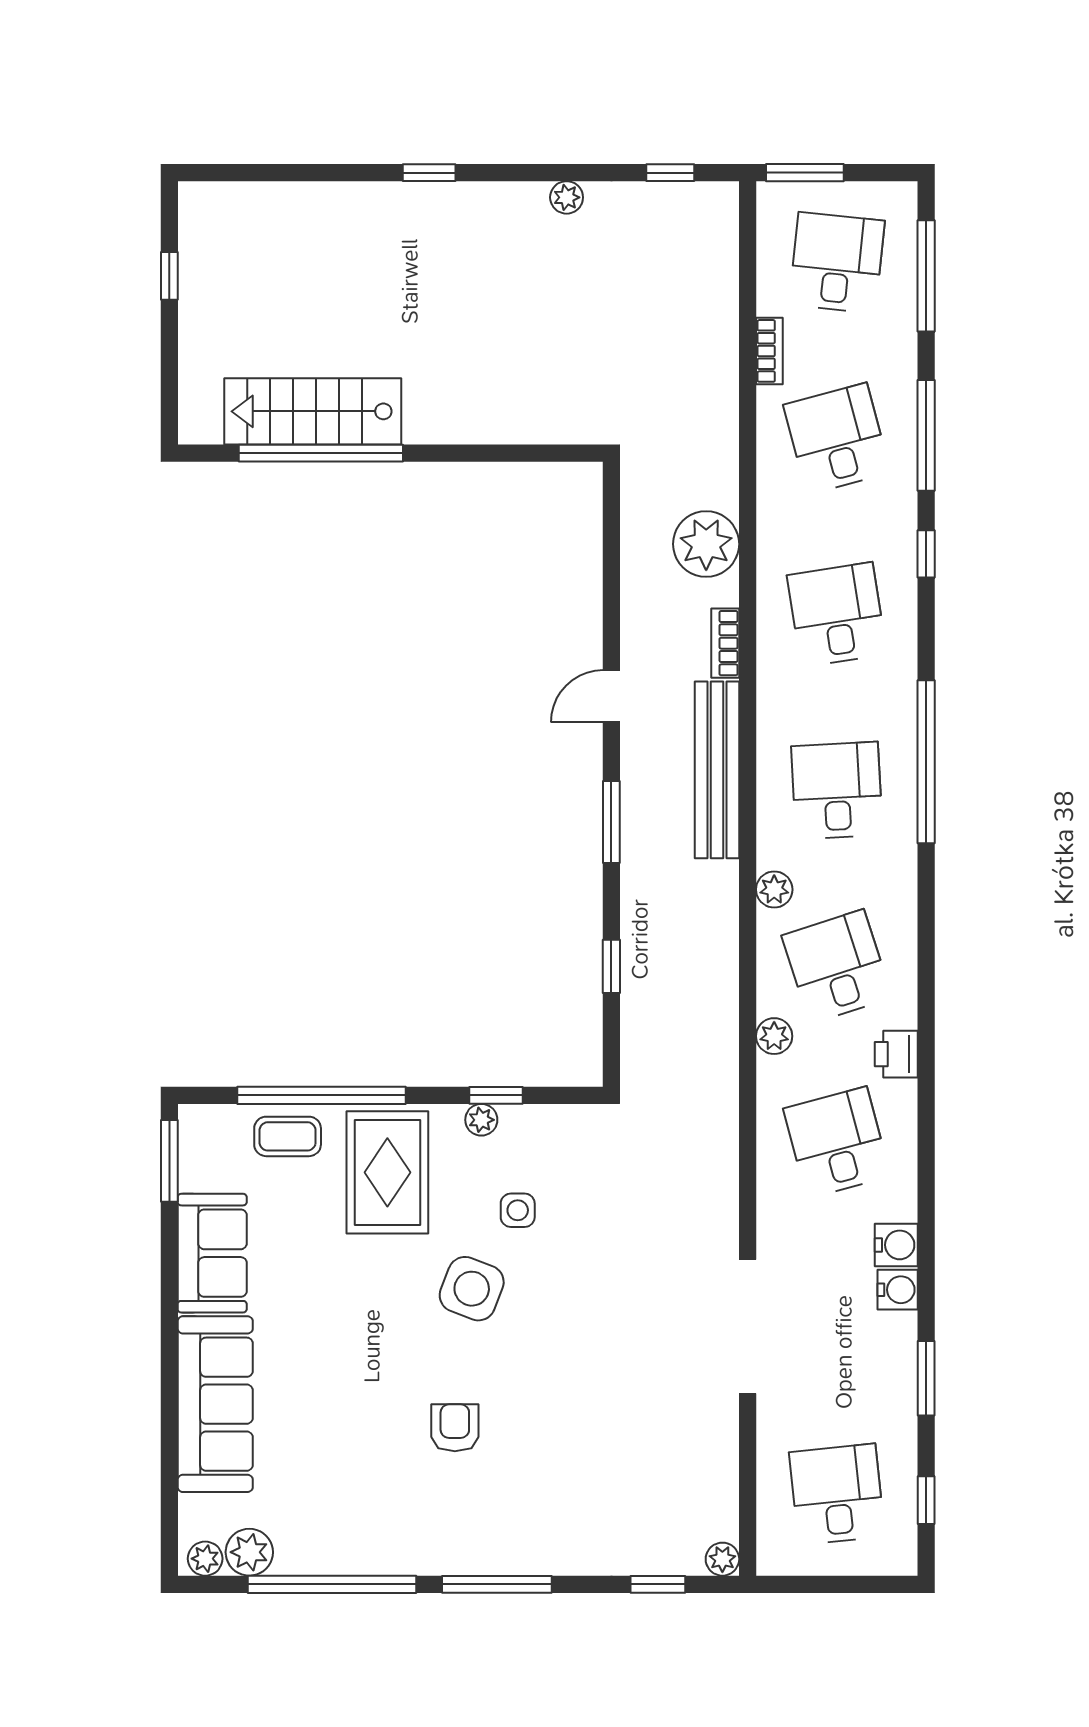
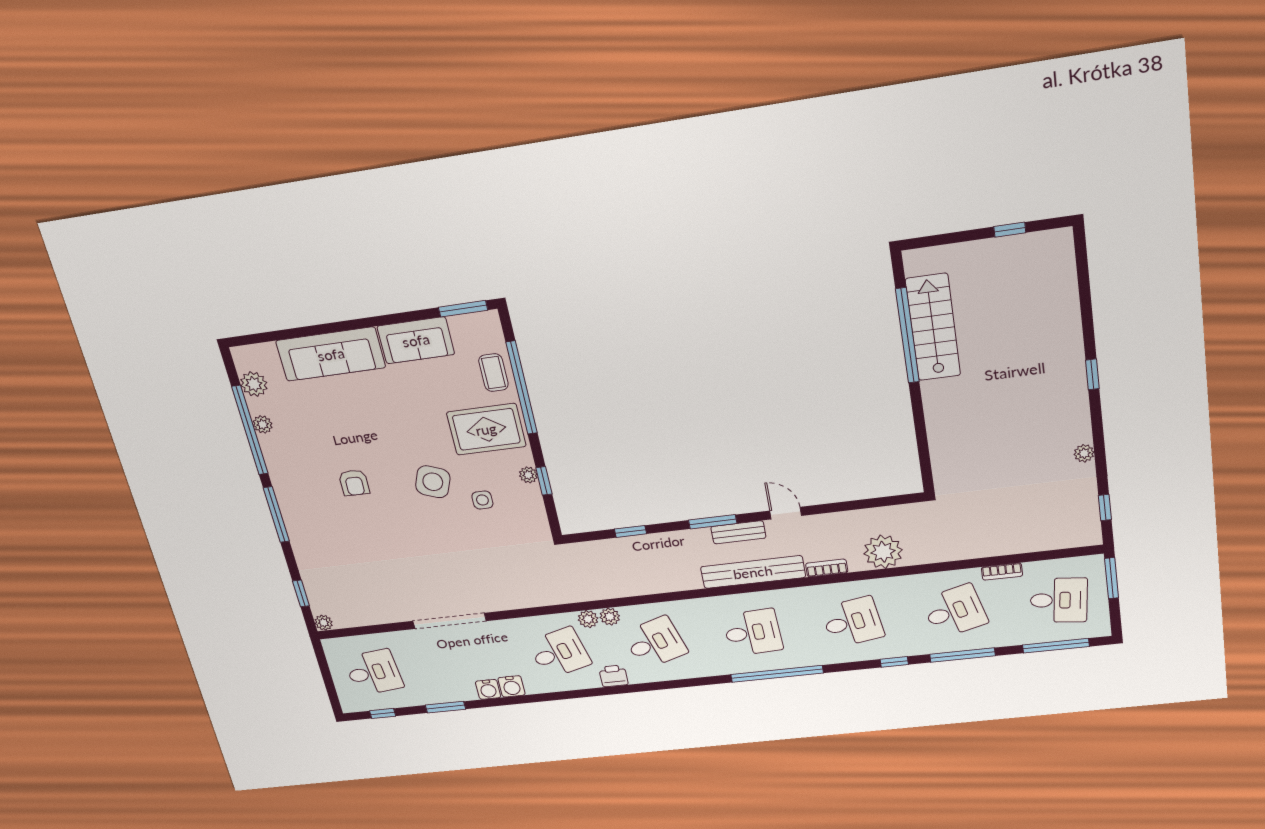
bench: (637, 782) -> (738, 532), added
plant: (774, 890) -> (588, 619), moved
armchair: (455, 1428) -> (354, 483), turned 91
plant: (205, 1559) -> (263, 424), moved

